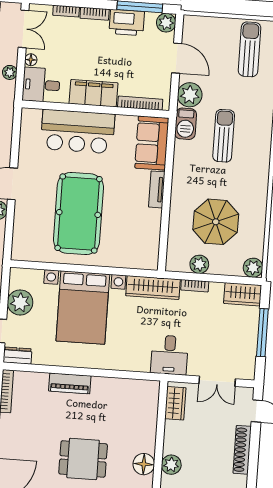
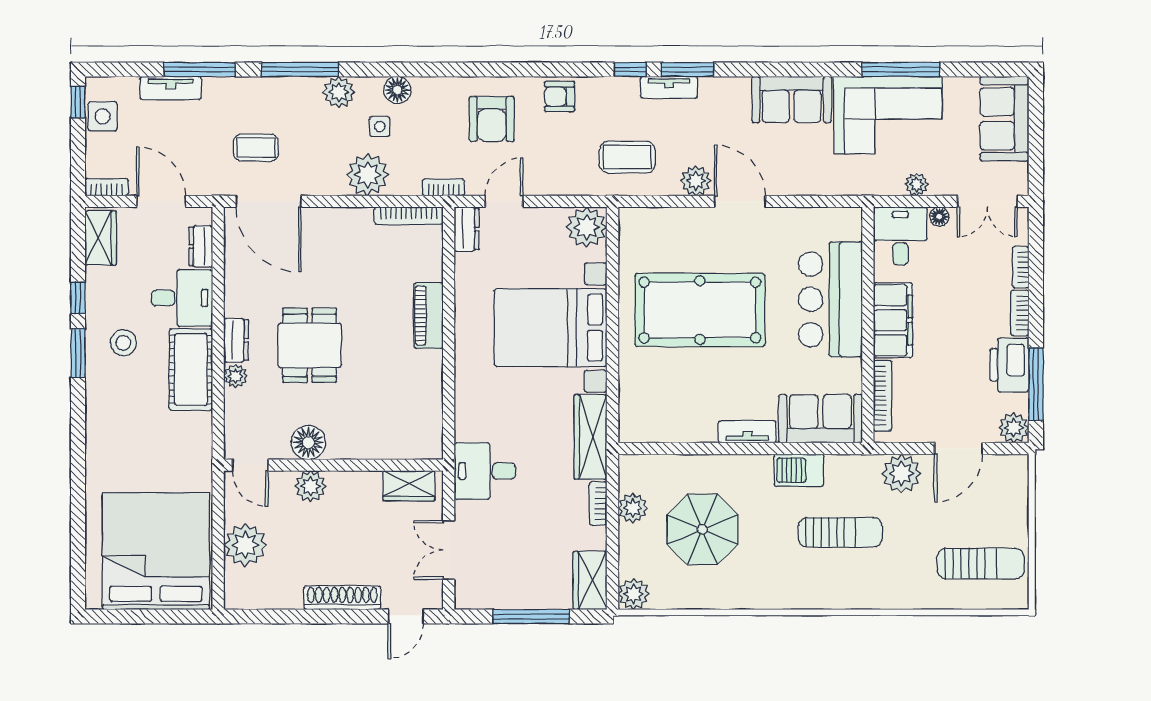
barbecue: (186, 124) -> (799, 470), moved
plant: (20, 302) -> (587, 227), moved

